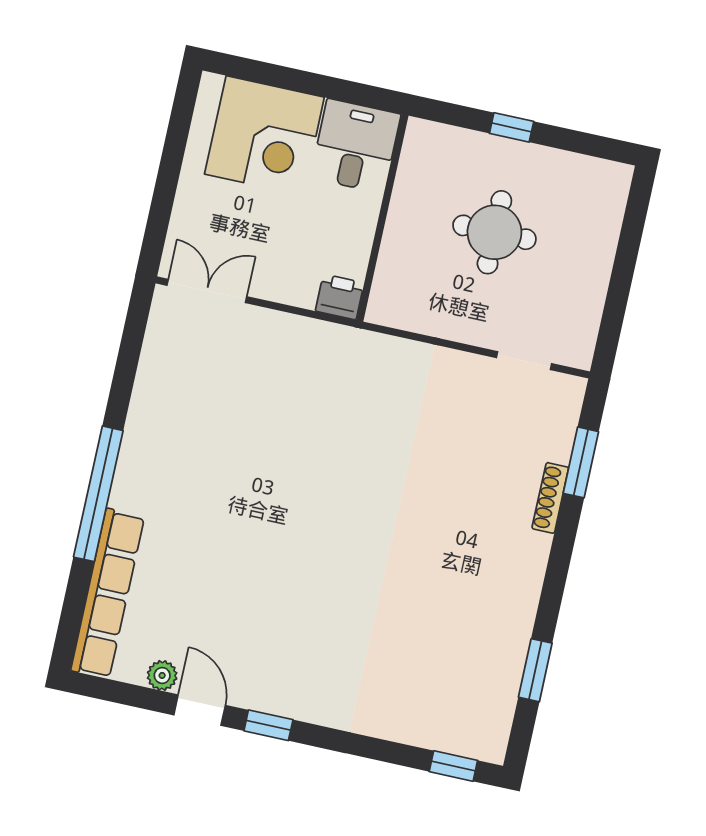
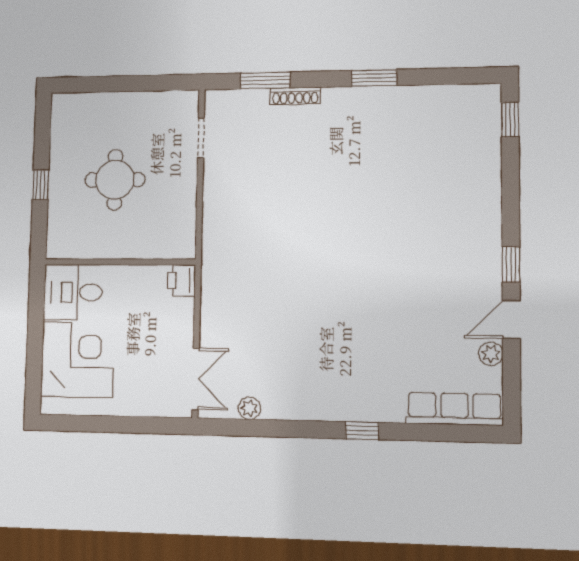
double door: (207, 291) -> (196, 379), swing flipped
plant: (155, 354) -> (249, 408), added
window: (98, 494) -> (362, 431), width x0.32
row of seats: (108, 594) -> (454, 409), width x0.73
window: (535, 670) -> (374, 78), moved

